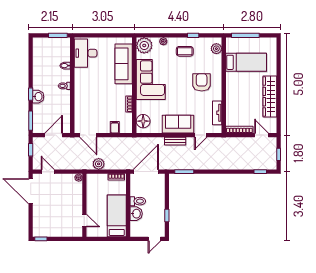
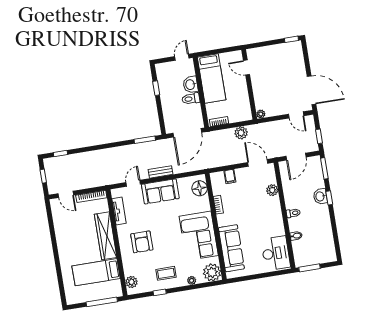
wardrobe: (270, 97) -> (106, 236), moved, turned 180
plant: (79, 109) -> (272, 190), added
door: (154, 239) -> (182, 57), moved

